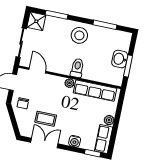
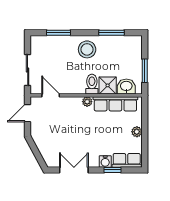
shower: (36, 21) -> (108, 85), moved
washbasin: (120, 59) -> (126, 86), moved, turned 90
chair: (23, 103) -> (43, 133), removed
coffee table: (46, 119) -> (70, 144), removed
row of seats: (104, 139) -> (127, 160), moved, turned 90
window: (93, 153) -> (112, 170), moved

